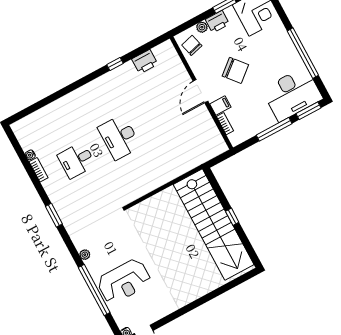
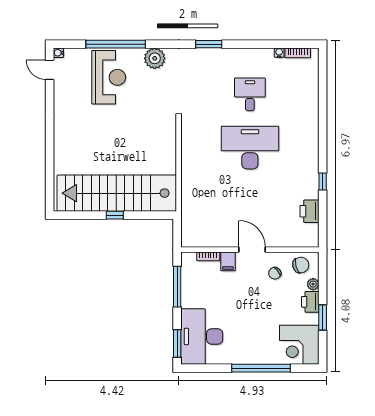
window: (303, 53) -> (261, 368), moved
chair: (235, 70) -> (275, 273), moved, width x0.54, depth x0.54
window: (274, 129) -> (177, 287), moved
desk: (119, 137) -> (250, 148), width x1.36, depth x1.30
bookcase: (39, 170) -> (298, 53), moved
plant: (85, 255) -> (155, 58), width x1.88, depth x1.88
reception desk: (124, 281) -> (109, 77), turned 180

